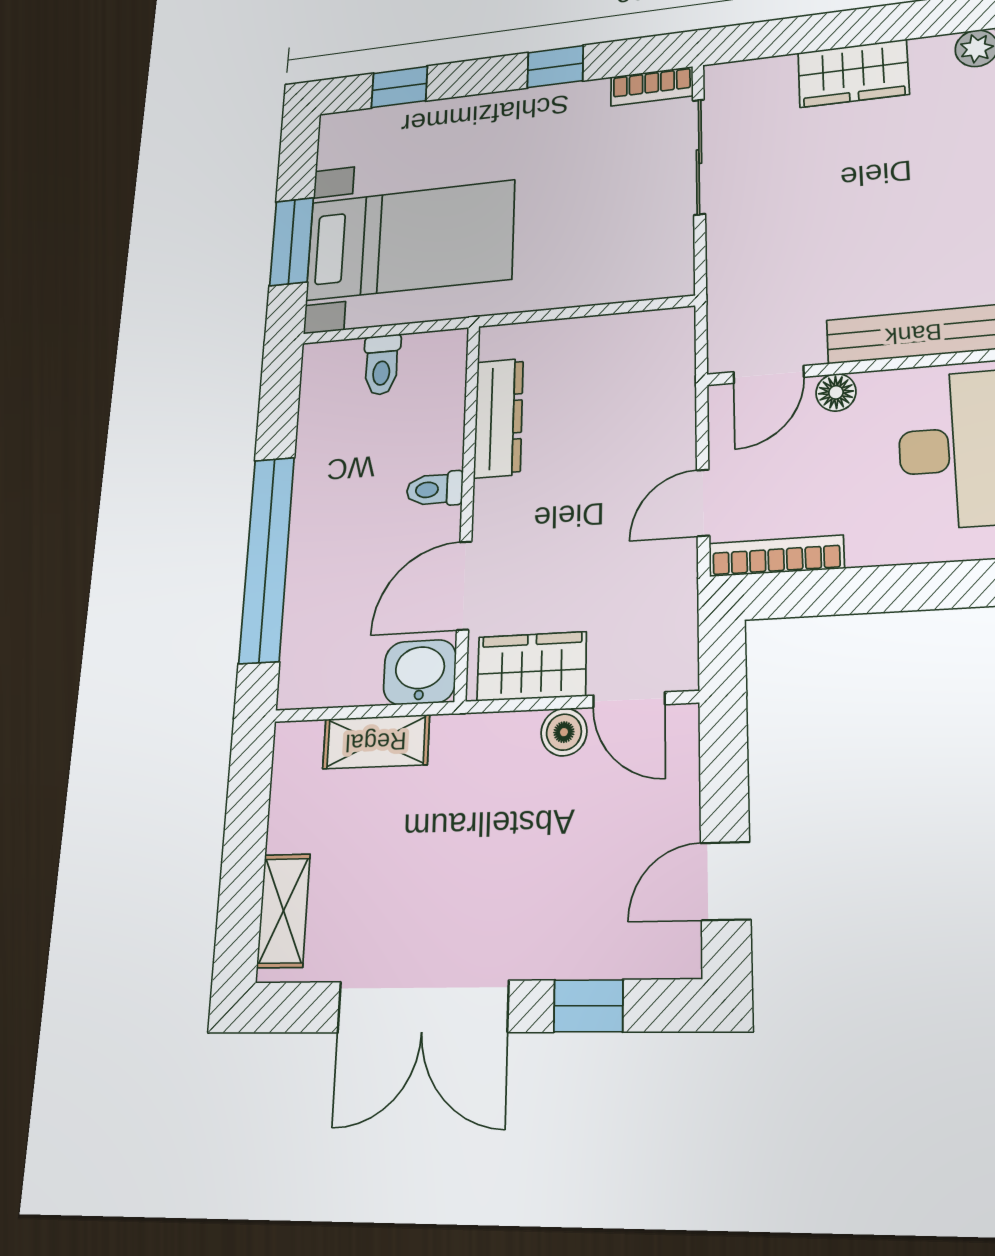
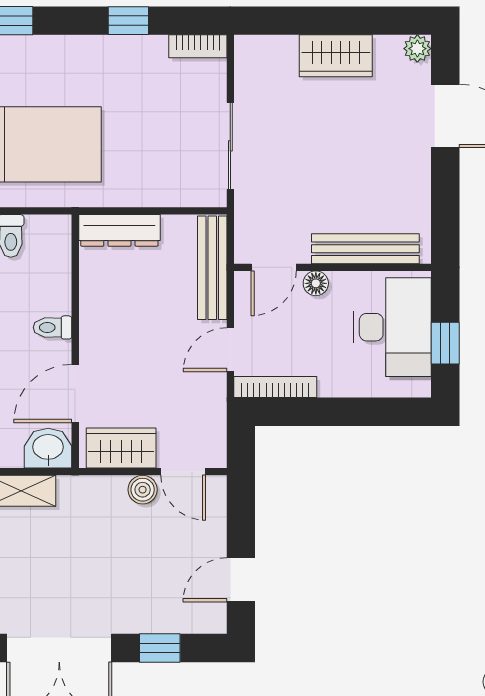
sliding door: (699, 157) -> (230, 146), moved
bench: (674, 383) -> (212, 268), added
dresser: (499, 418) -> (119, 230), moved, turned 90

